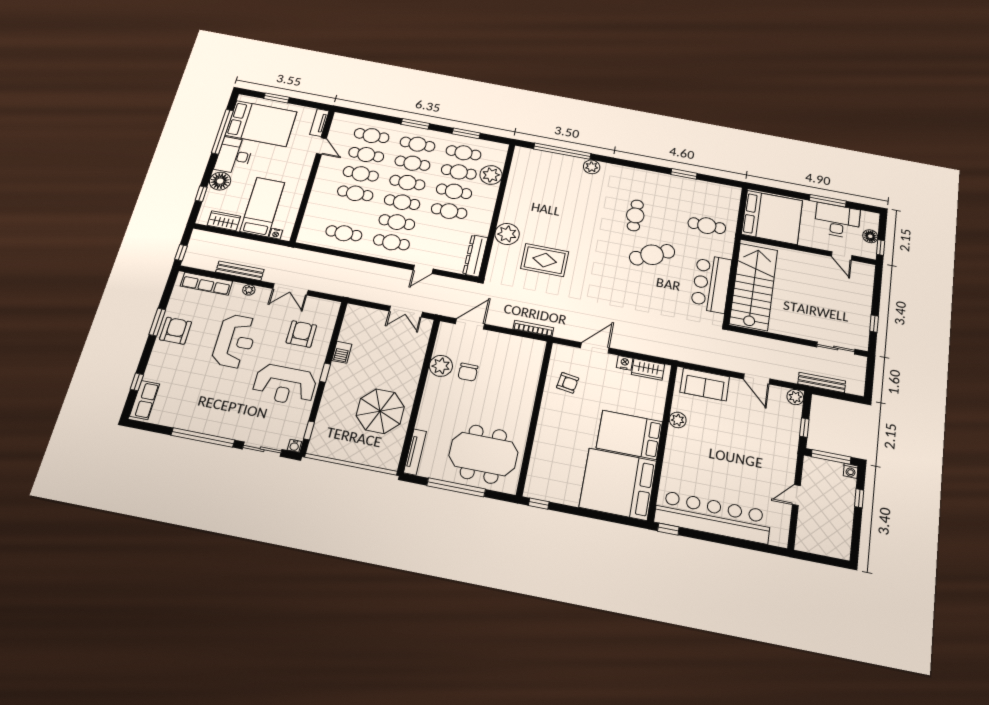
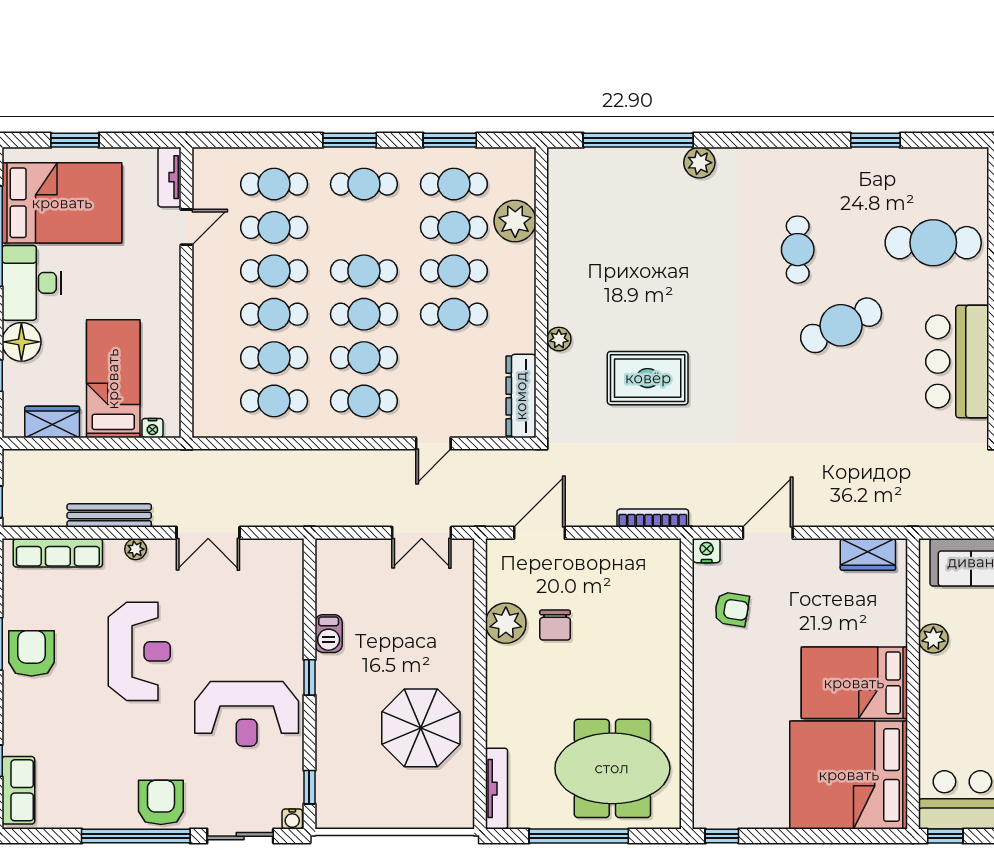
door: (321, 146) -> (187, 227), hinge flipped
cafe table: (412, 163) -> (274, 358), moved
cafe table: (707, 226) -> (933, 243), width x1.37, depth x1.35
plant: (507, 234) -> (559, 339), width x0.53, depth x0.53
armchair: (301, 334) -> (161, 802), moved
nightstand: (625, 363) -> (707, 551), moved

